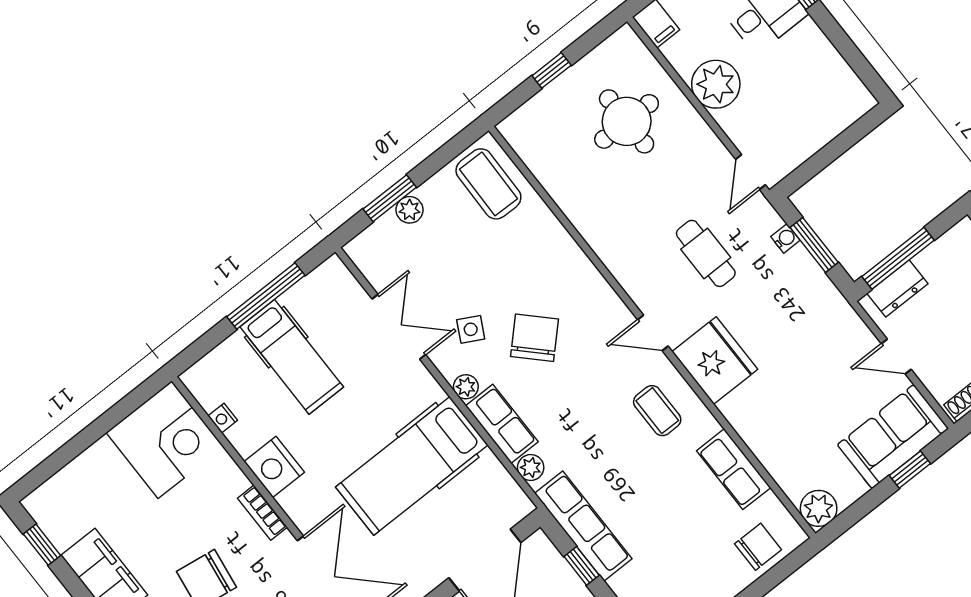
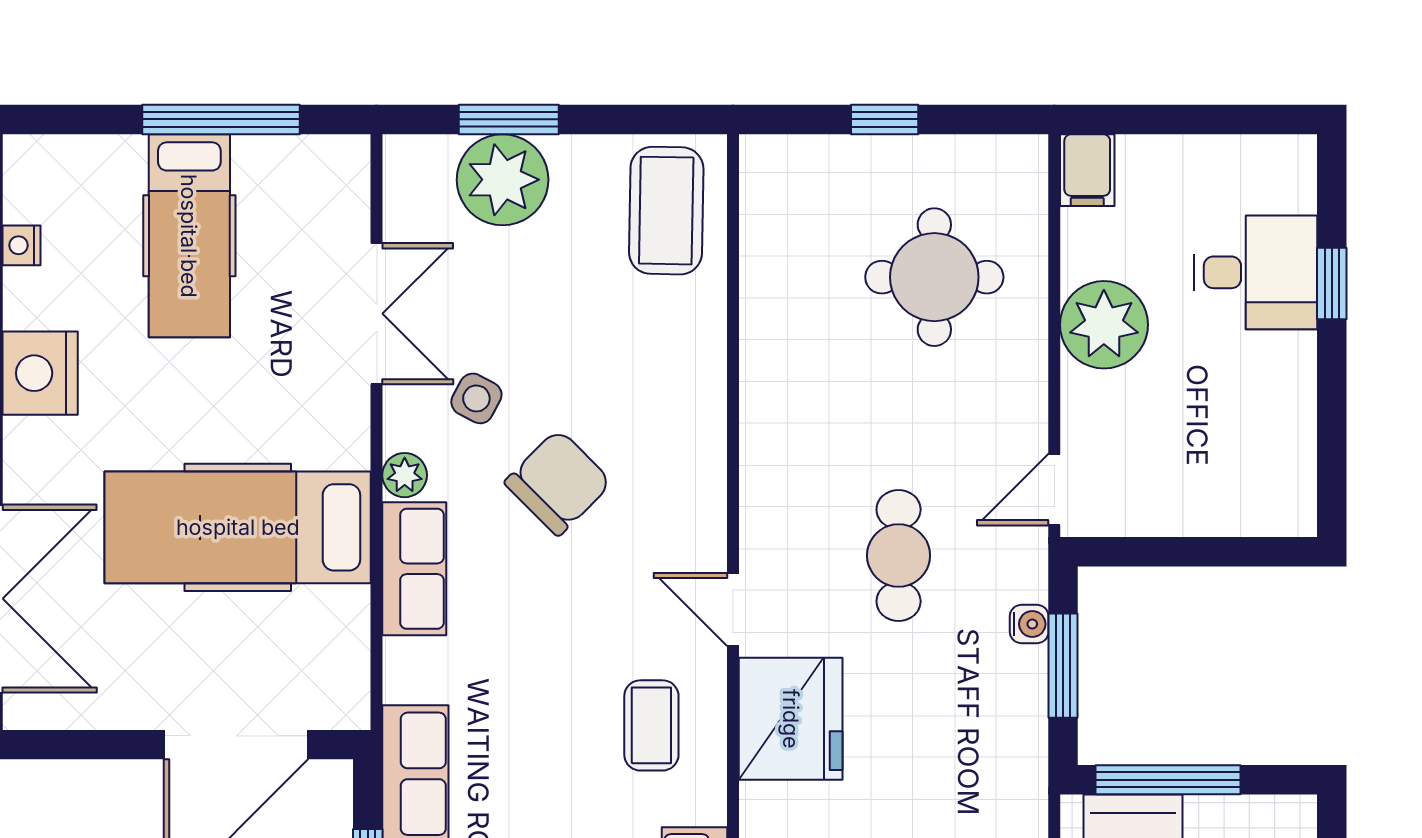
plant: (410, 210) -> (503, 180), width x1.88, depth x1.88
plant: (531, 468) -> (406, 664), removed

